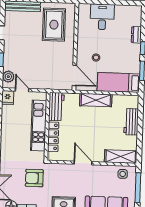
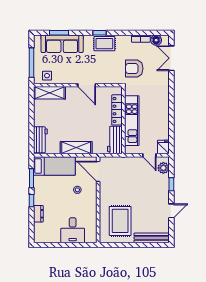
workbench: (131, 122) -> (40, 140), moved
armchair: (34, 178) -> (134, 68), turned 180

